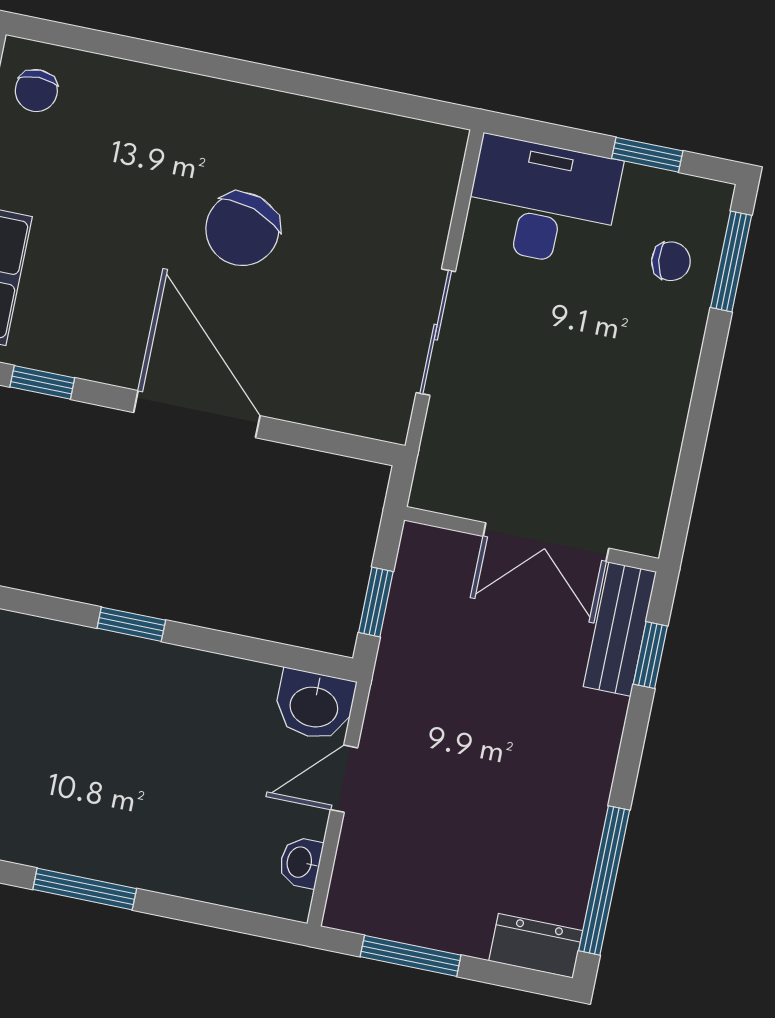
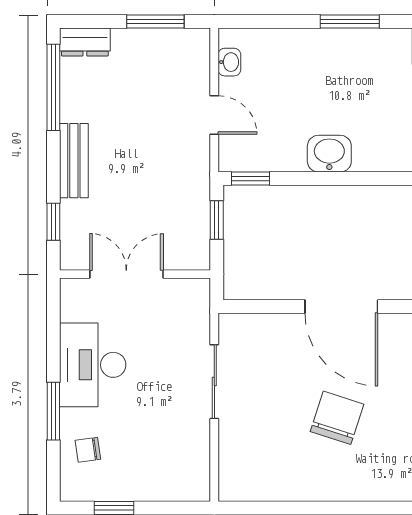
desk: (542, 202) -> (93, 365), moved, turned 90
window: (731, 261) -> (53, 411), moved
window: (131, 624) -> (250, 179), moved
bench: (620, 629) -> (74, 161), moved
washbasin: (314, 705) -> (329, 154), moved
door: (344, 779) -> (214, 115), hinge flipped

